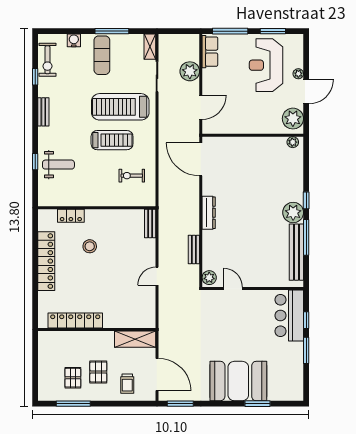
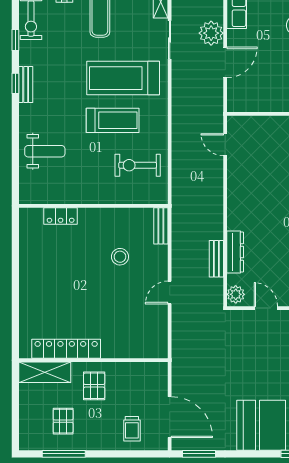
door: (201, 107) -> (225, 62), moved
door: (201, 159) -> (225, 145), width x0.53
window: (35, 162) -> (15, 83), moved
exercise bike: (132, 176) -> (138, 165), width x1.38, depth x1.39
dresser: (209, 213) -> (235, 252), moved
stool: (90, 246) -> (120, 257), moved
locker: (46, 261) -> (29, 273), removed
shelving: (135, 339) -> (45, 372), moved
pallet: (98, 372) -> (94, 386), moved

